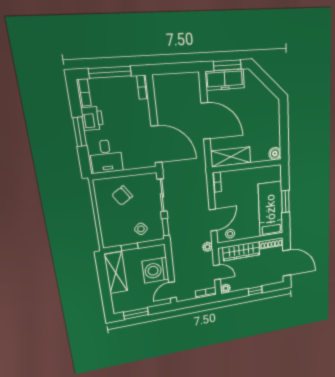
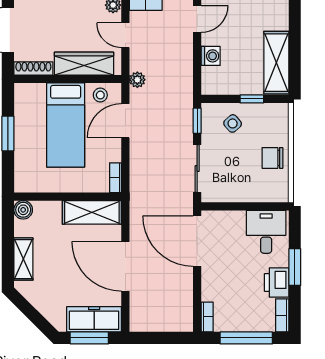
shelving: (274, 120) -> (23, 259), added
chair: (122, 196) -> (272, 158), moved, turned -147
bed: (271, 209) -> (66, 125), moved
washing machine: (155, 270) -> (211, 56), width x0.53, depth x0.53

